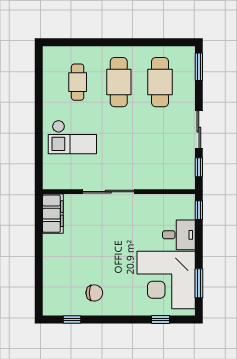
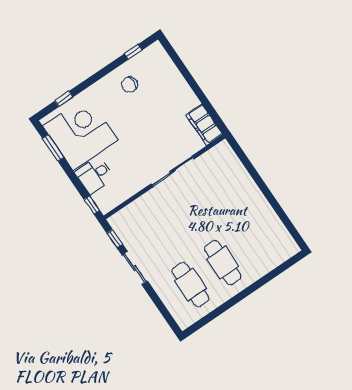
window: (199, 67) -> (168, 317), removed
cafe table: (78, 82) -> (255, 241), removed
checkout: (72, 137) -> (230, 195), removed

